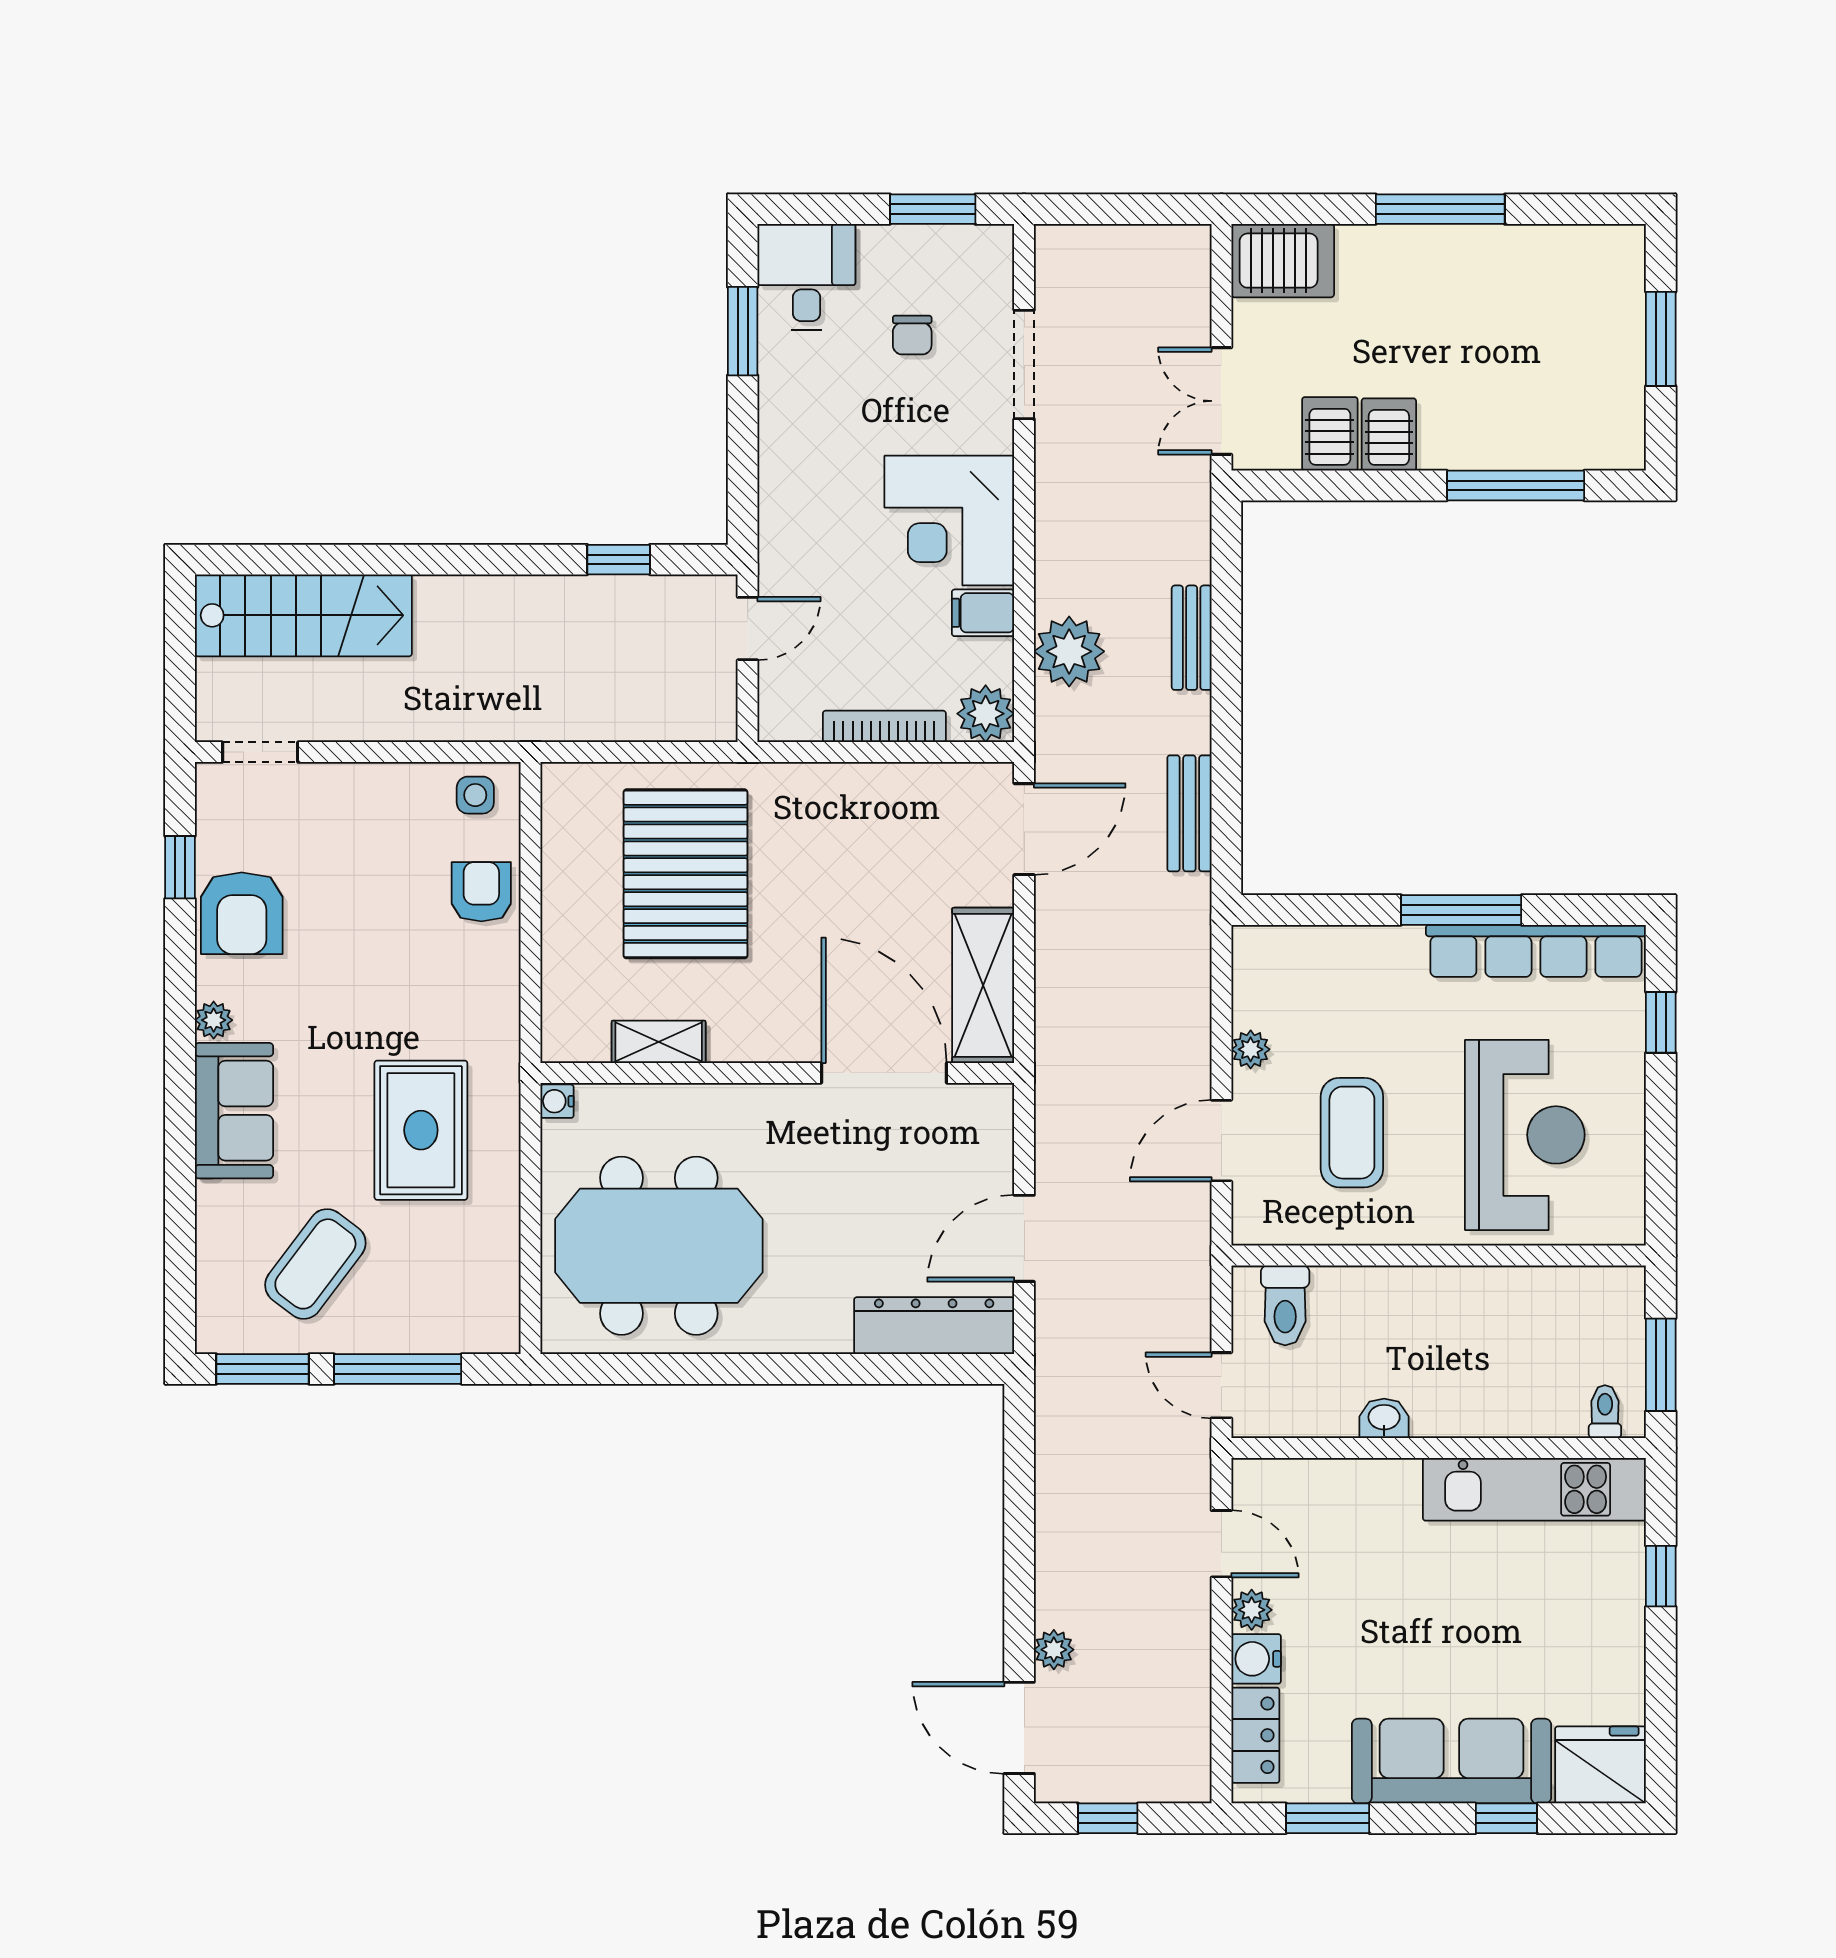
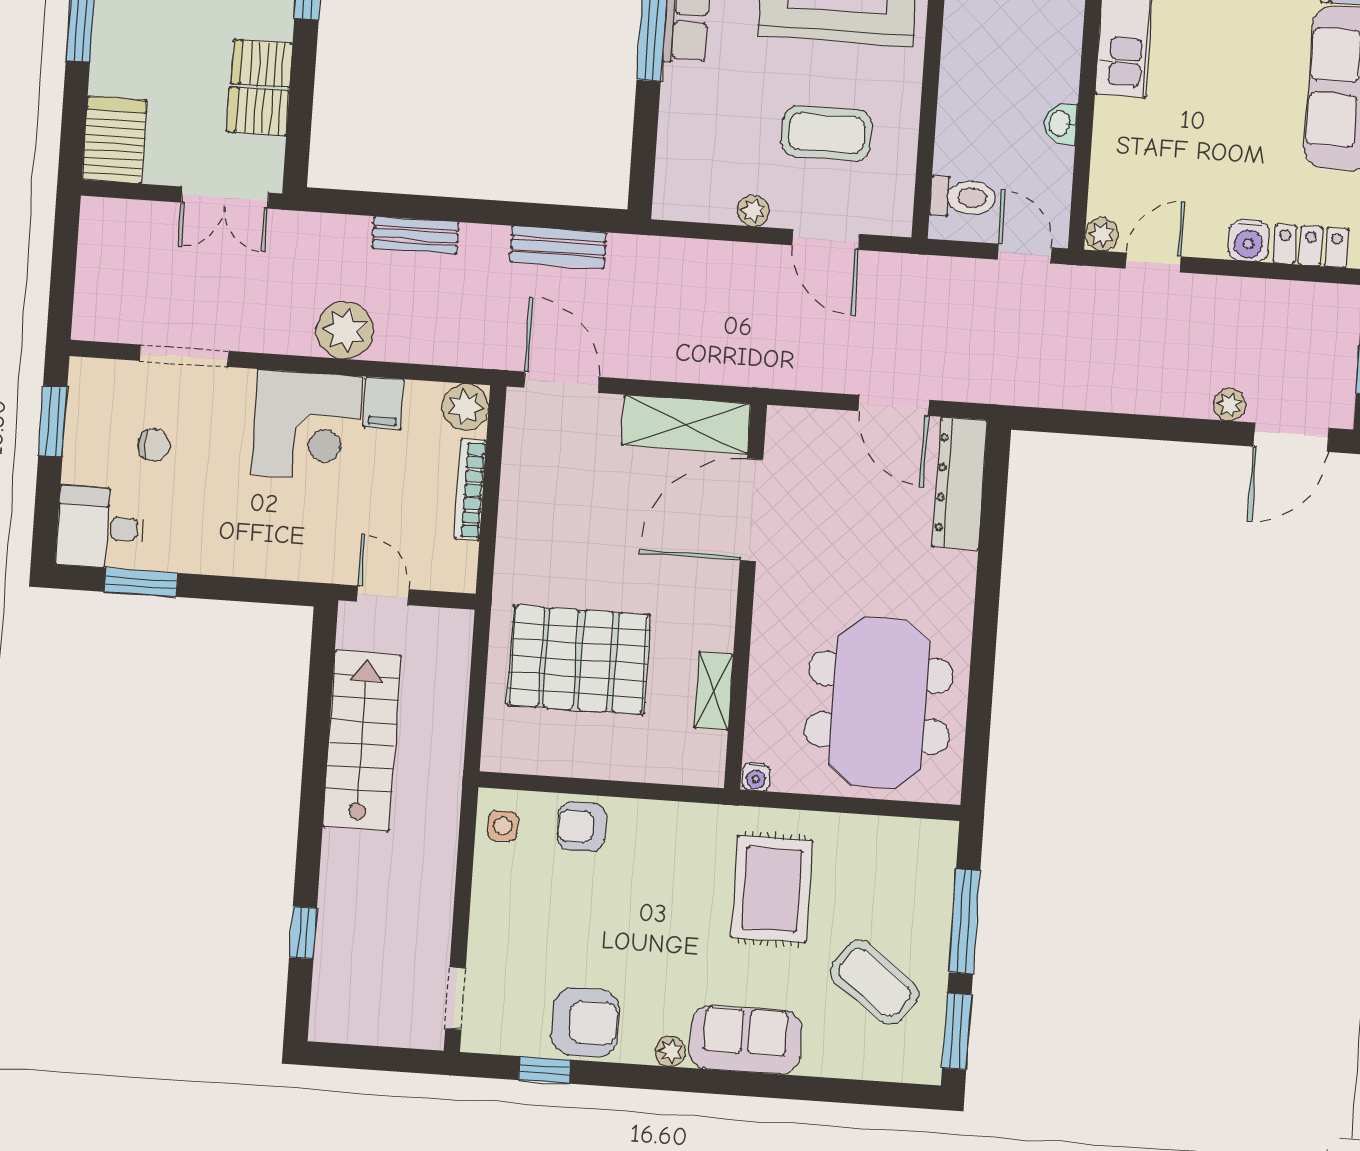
window: (619, 560) -> (303, 933), moved
stairs: (303, 615) -> (362, 741), moved
plant: (1069, 651) -> (345, 330), moved
rug: (421, 1130) -> (772, 889), turned 90
door: (1221, 1385) -> (1024, 253), swing flipped
plant: (1252, 1610) -> (1102, 234), moved

